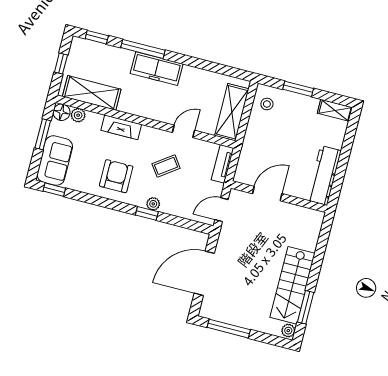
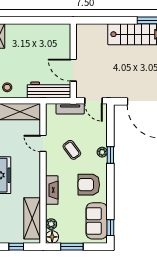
sofa: (55, 161) -> (97, 221), moved, turned -90
tv unit: (222, 164) -> (70, 109), moved
workbench: (324, 175) -> (49, 90), moved, turned 180

